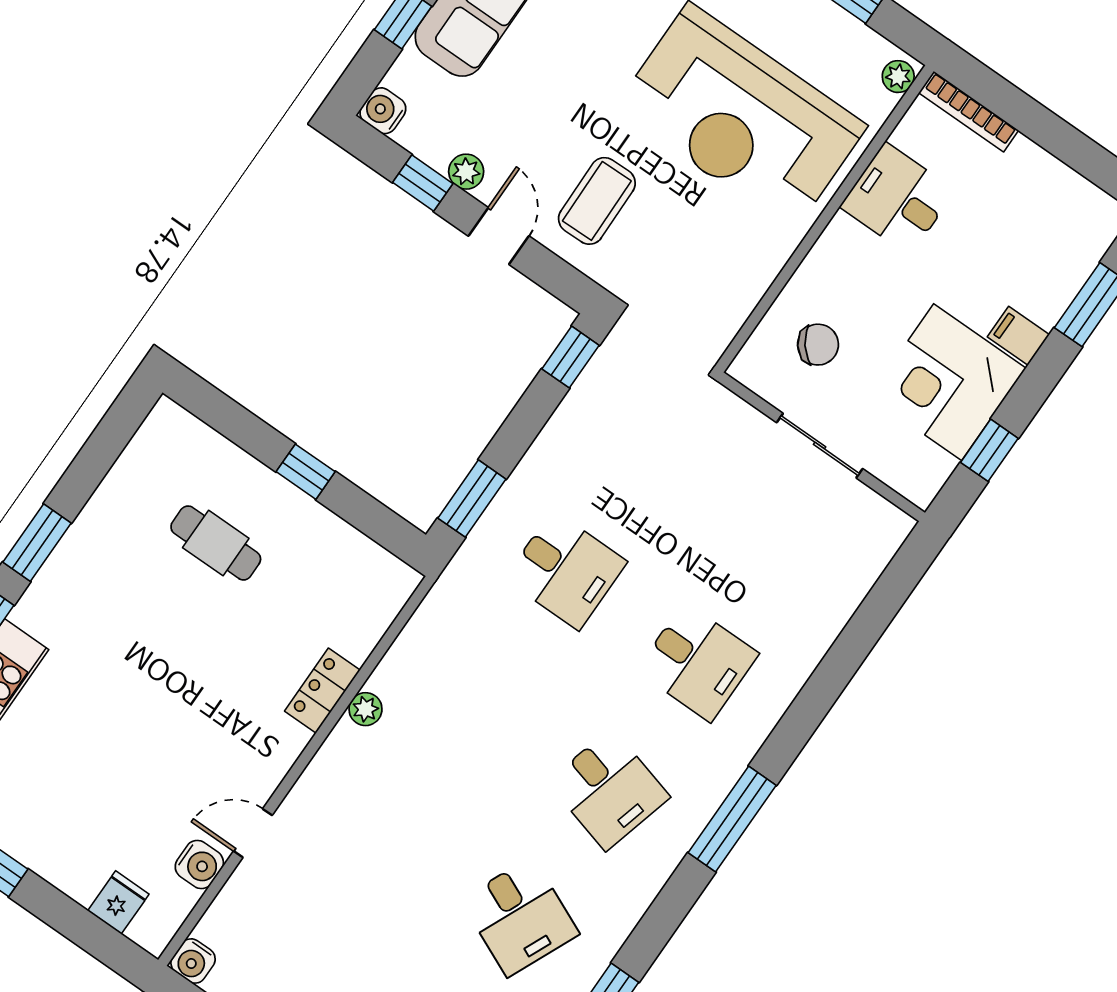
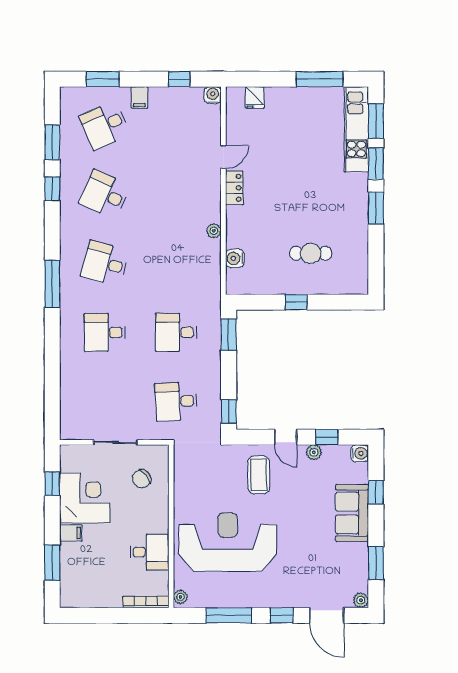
desk: (655, 443) -> (176, 401), added
locker: (322, 691) -> (234, 188), moved
water cooler: (199, 865) -> (235, 258), moved

